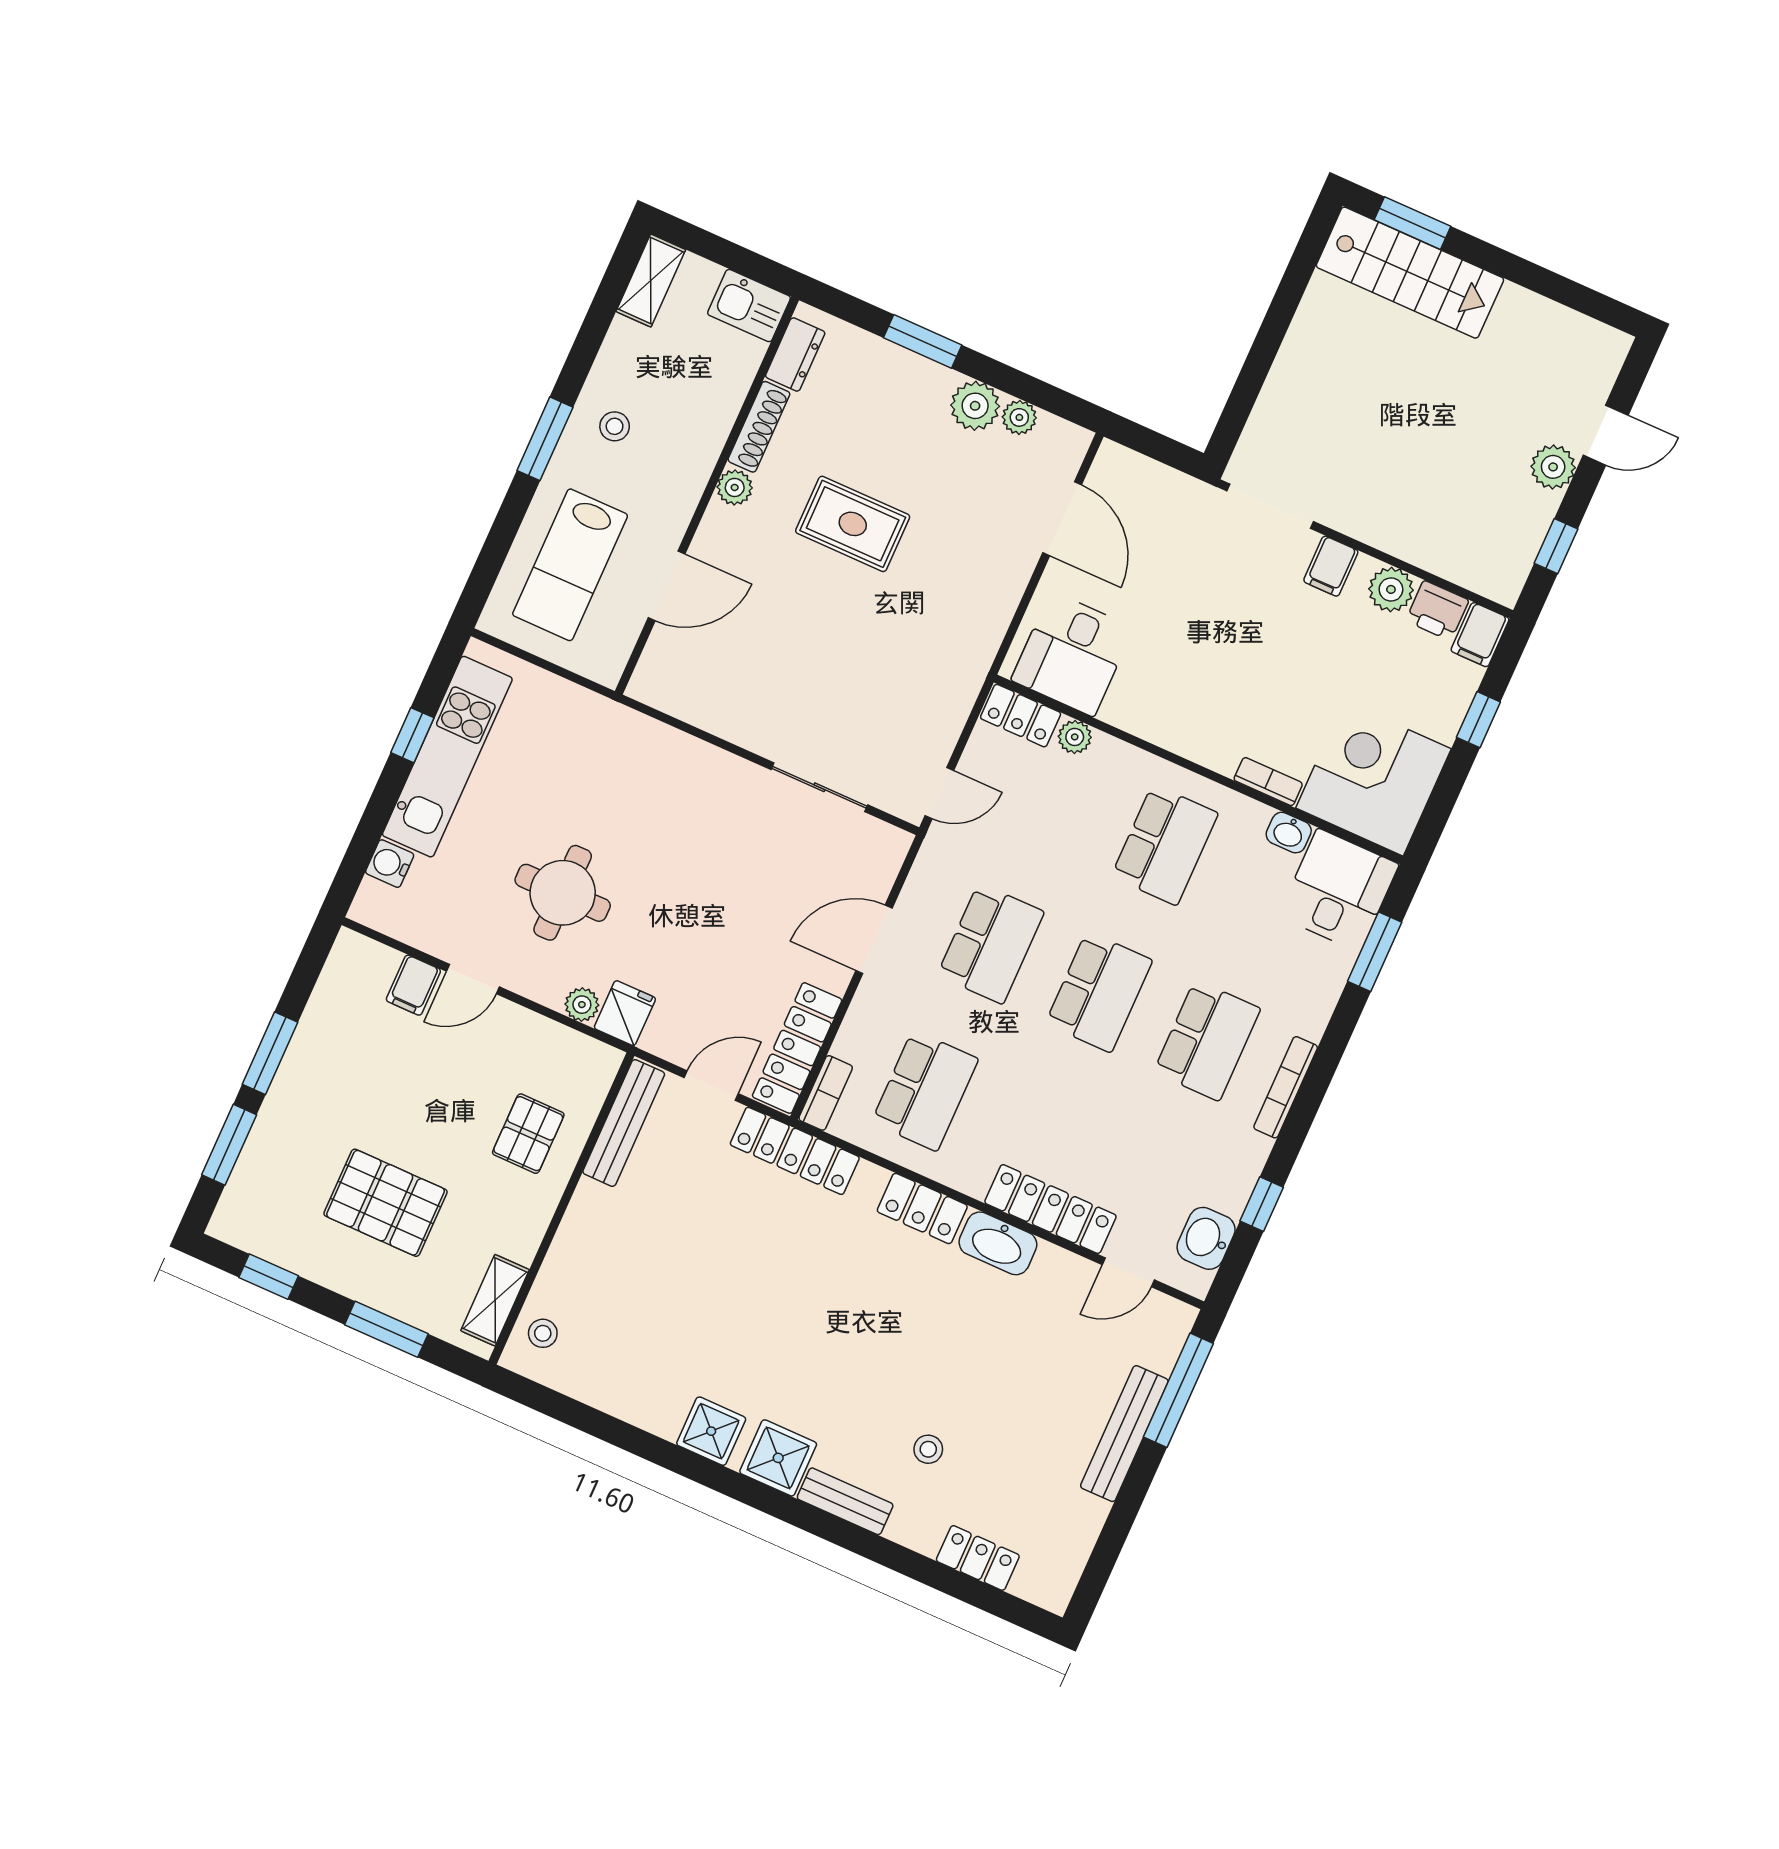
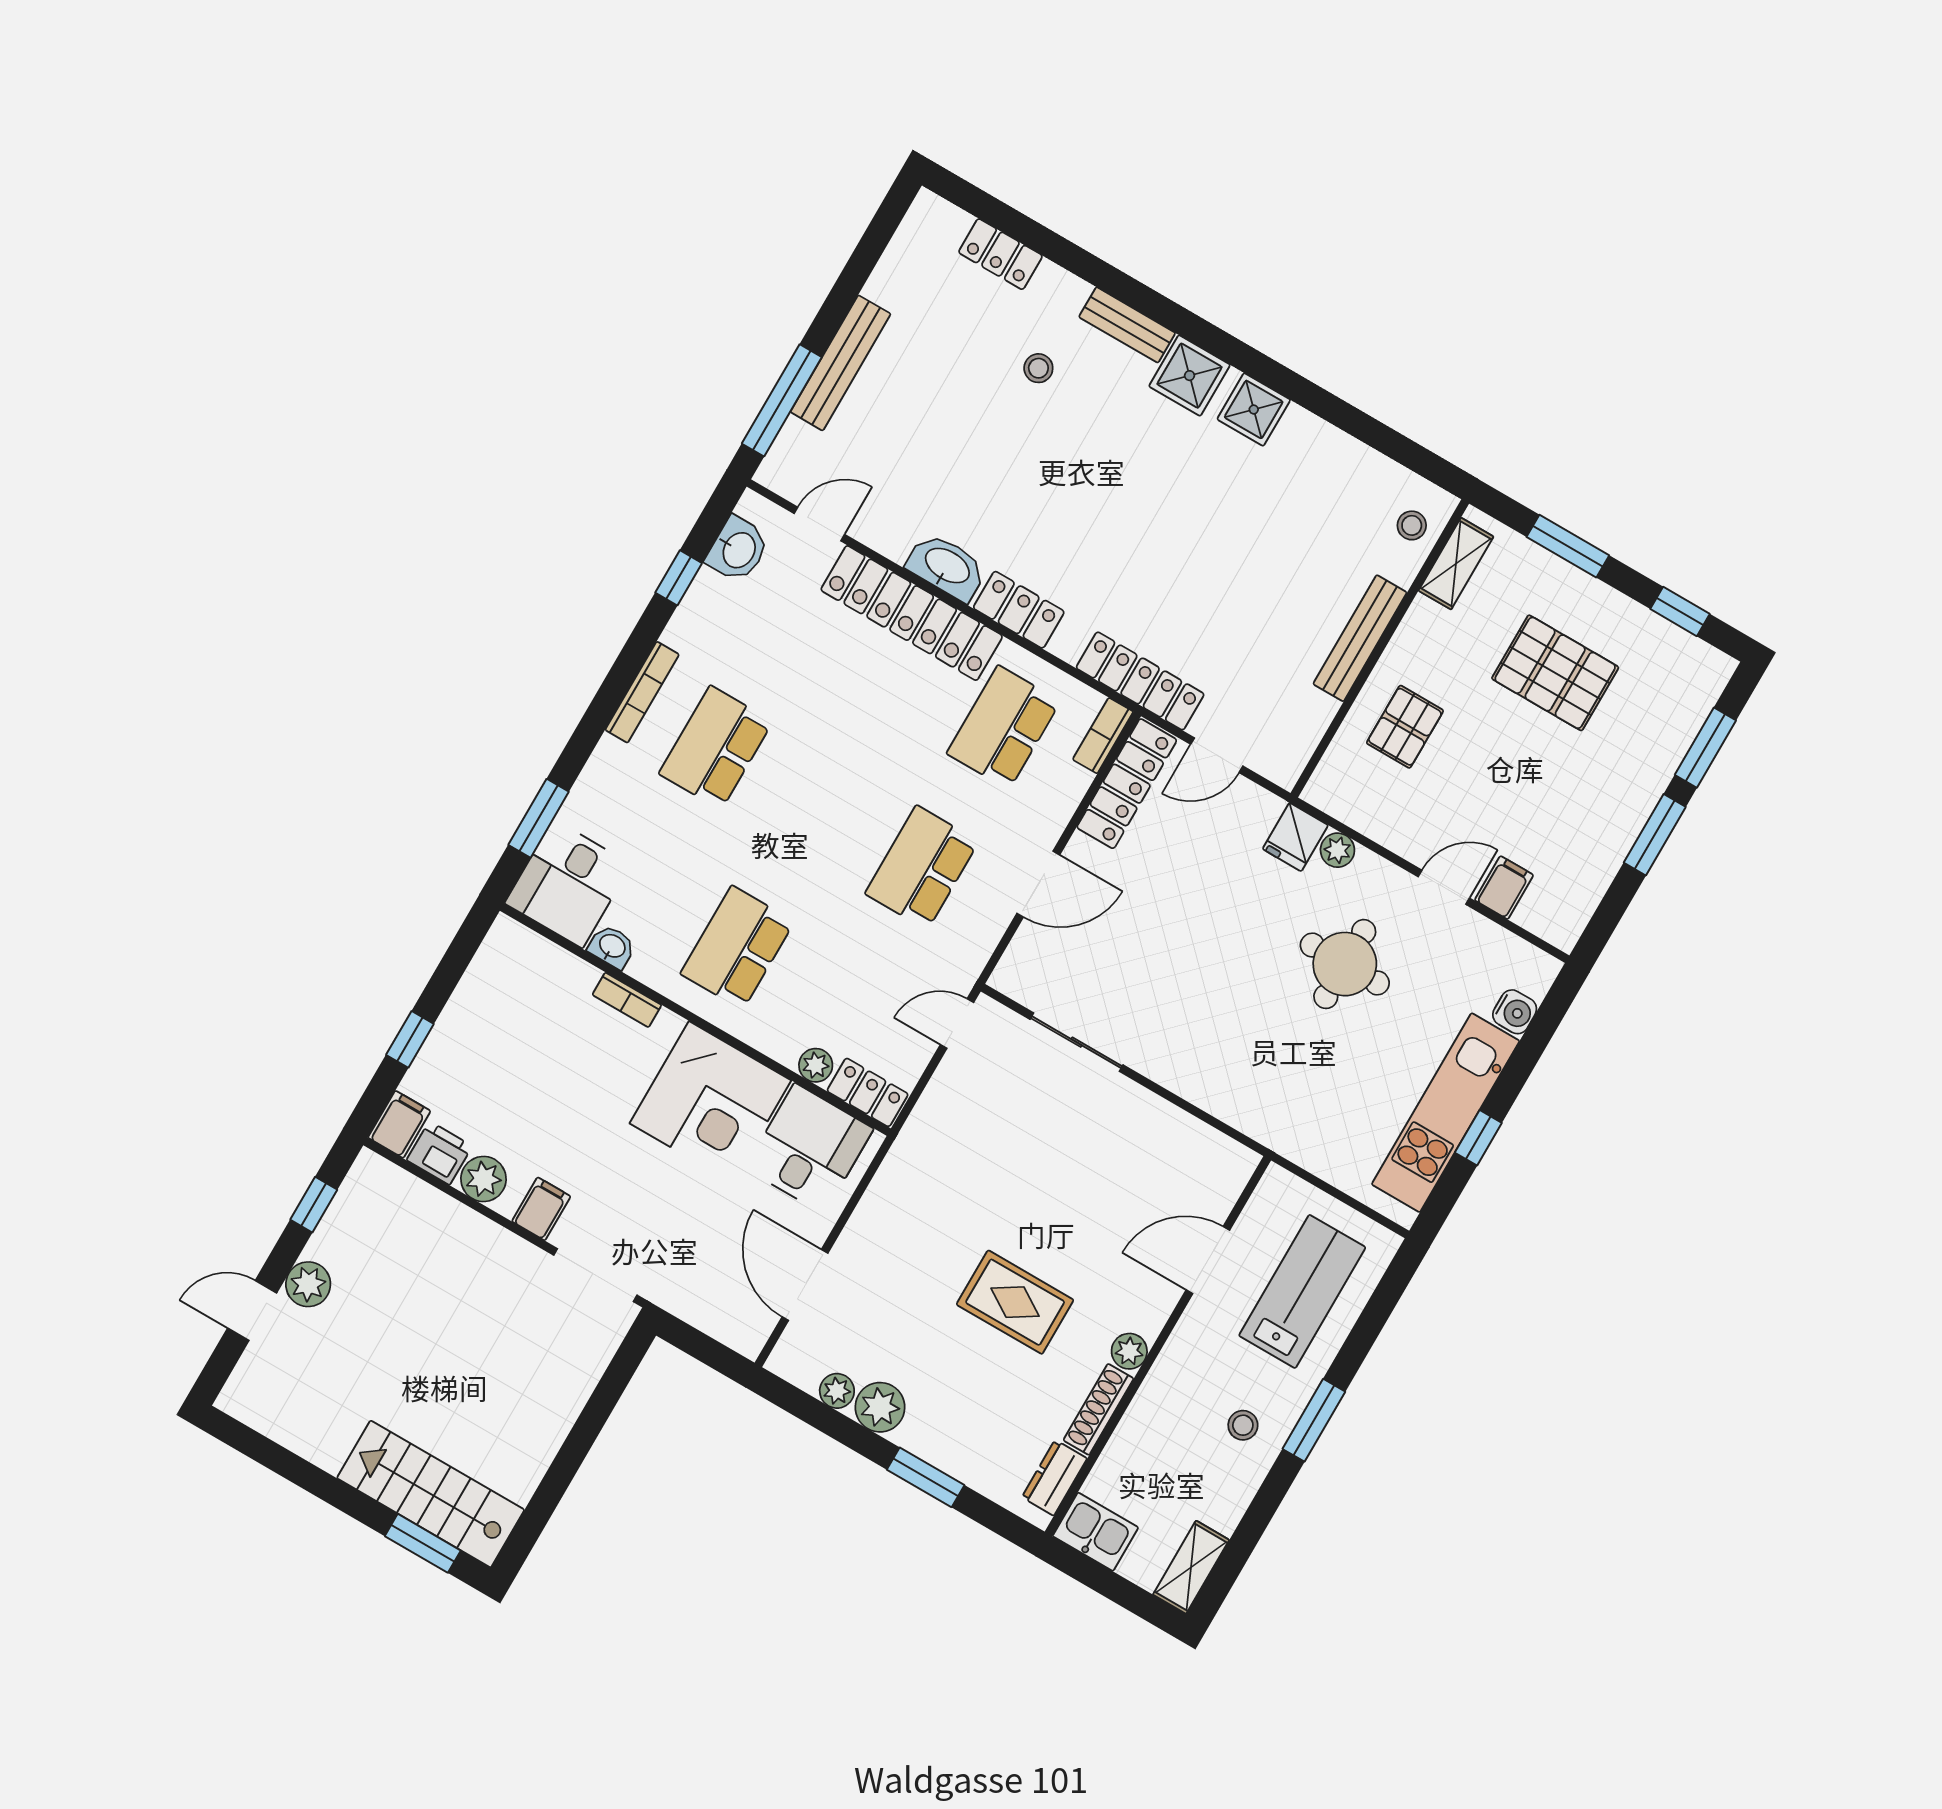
corner desk: (1374, 778) -> (710, 1102), moved
school desk: (1099, 992) -> (819, 808), removed
bench: (624, 1123) -> (1360, 638), moved
locker: (1050, 1209) -> (912, 613), width x1.41, depth x1.21

